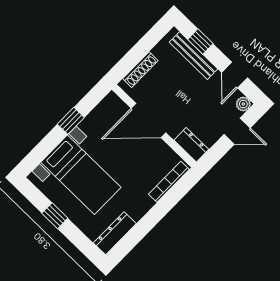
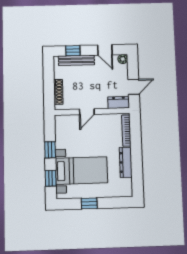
door: (149, 121) -> (87, 112), width x0.53
door: (237, 131) -> (134, 87), moved
window: (42, 150) -> (51, 178), added
dresser: (115, 233) -> (126, 162), moved

